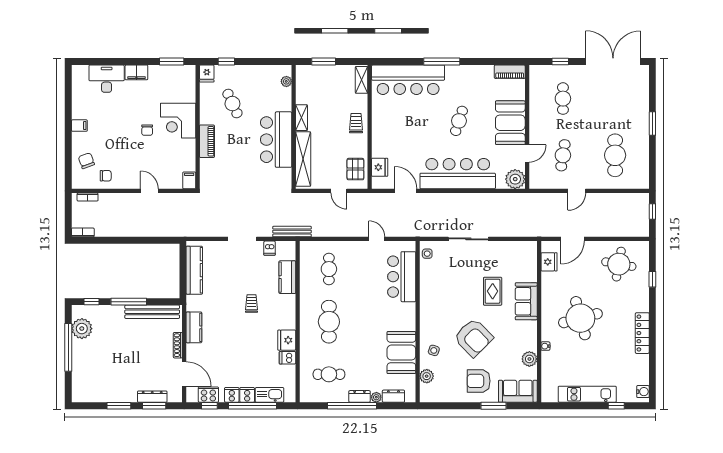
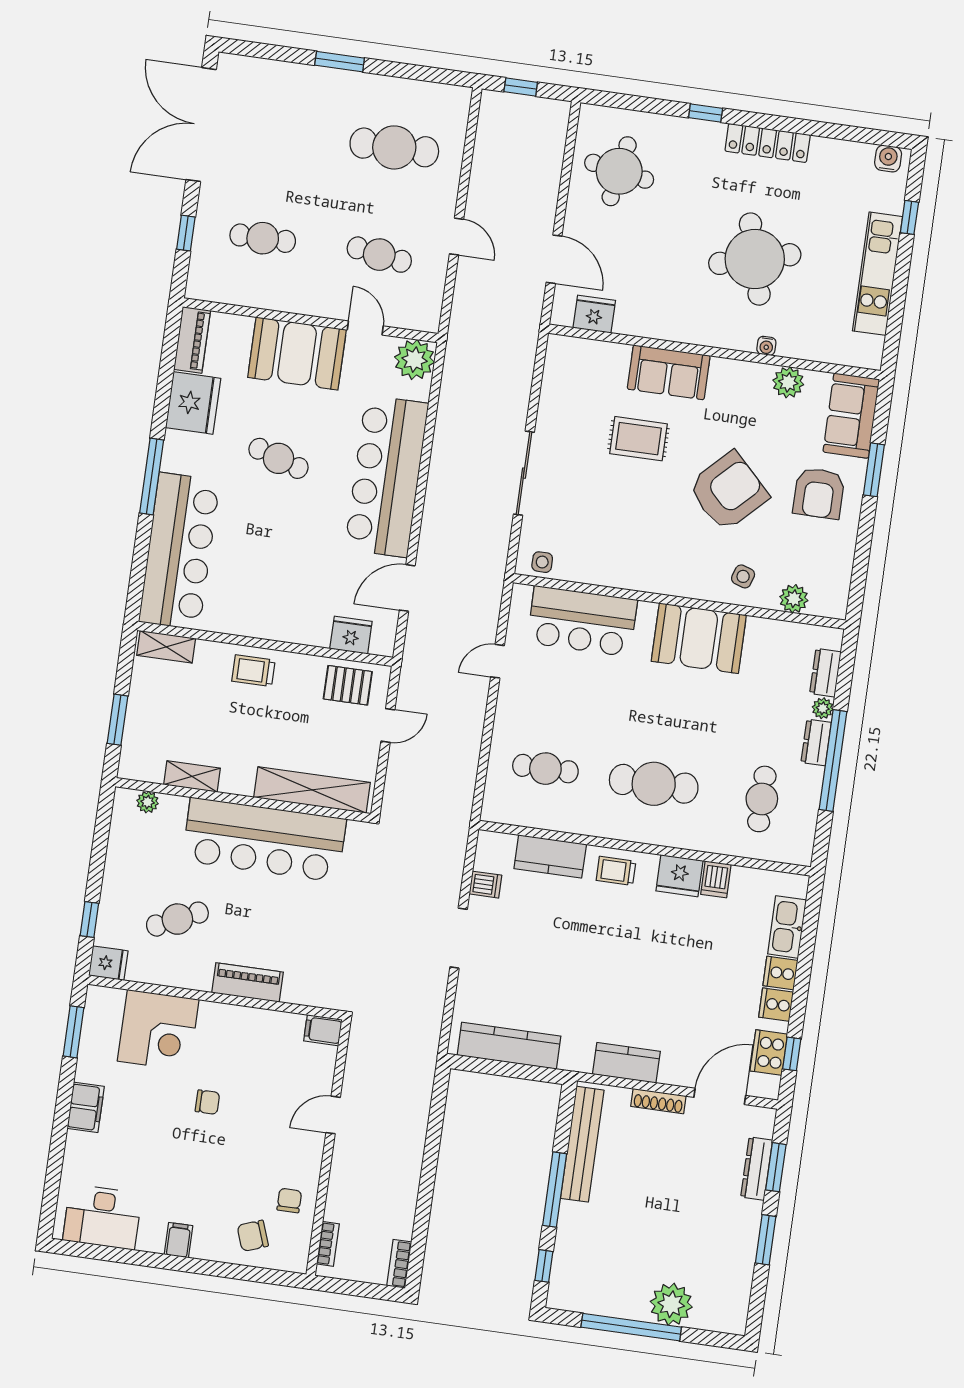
fridge: (480, 76) -> (193, 403), added
desk: (107, 79) -> (102, 1217), moved, turned -90
shelving: (301, 118) -> (192, 776), moved
corner desk: (178, 121) -> (158, 1030), moved
bar counter: (276, 140) -> (264, 840), width x1.36
bench: (292, 232) -> (458, 834), removed
window: (652, 279) -> (706, 113), moved
trolley: (251, 303) -> (616, 871), moved
round table: (580, 318) -> (755, 259), moved
plant: (82, 329) -> (671, 1304), moved
booth: (401, 353) -> (699, 638), moved
window: (253, 406) -> (804, 965), removed

